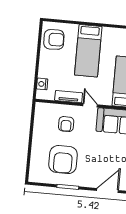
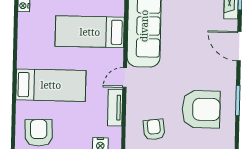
armchair: (66, 124) -> (154, 129), moved, turned -97

